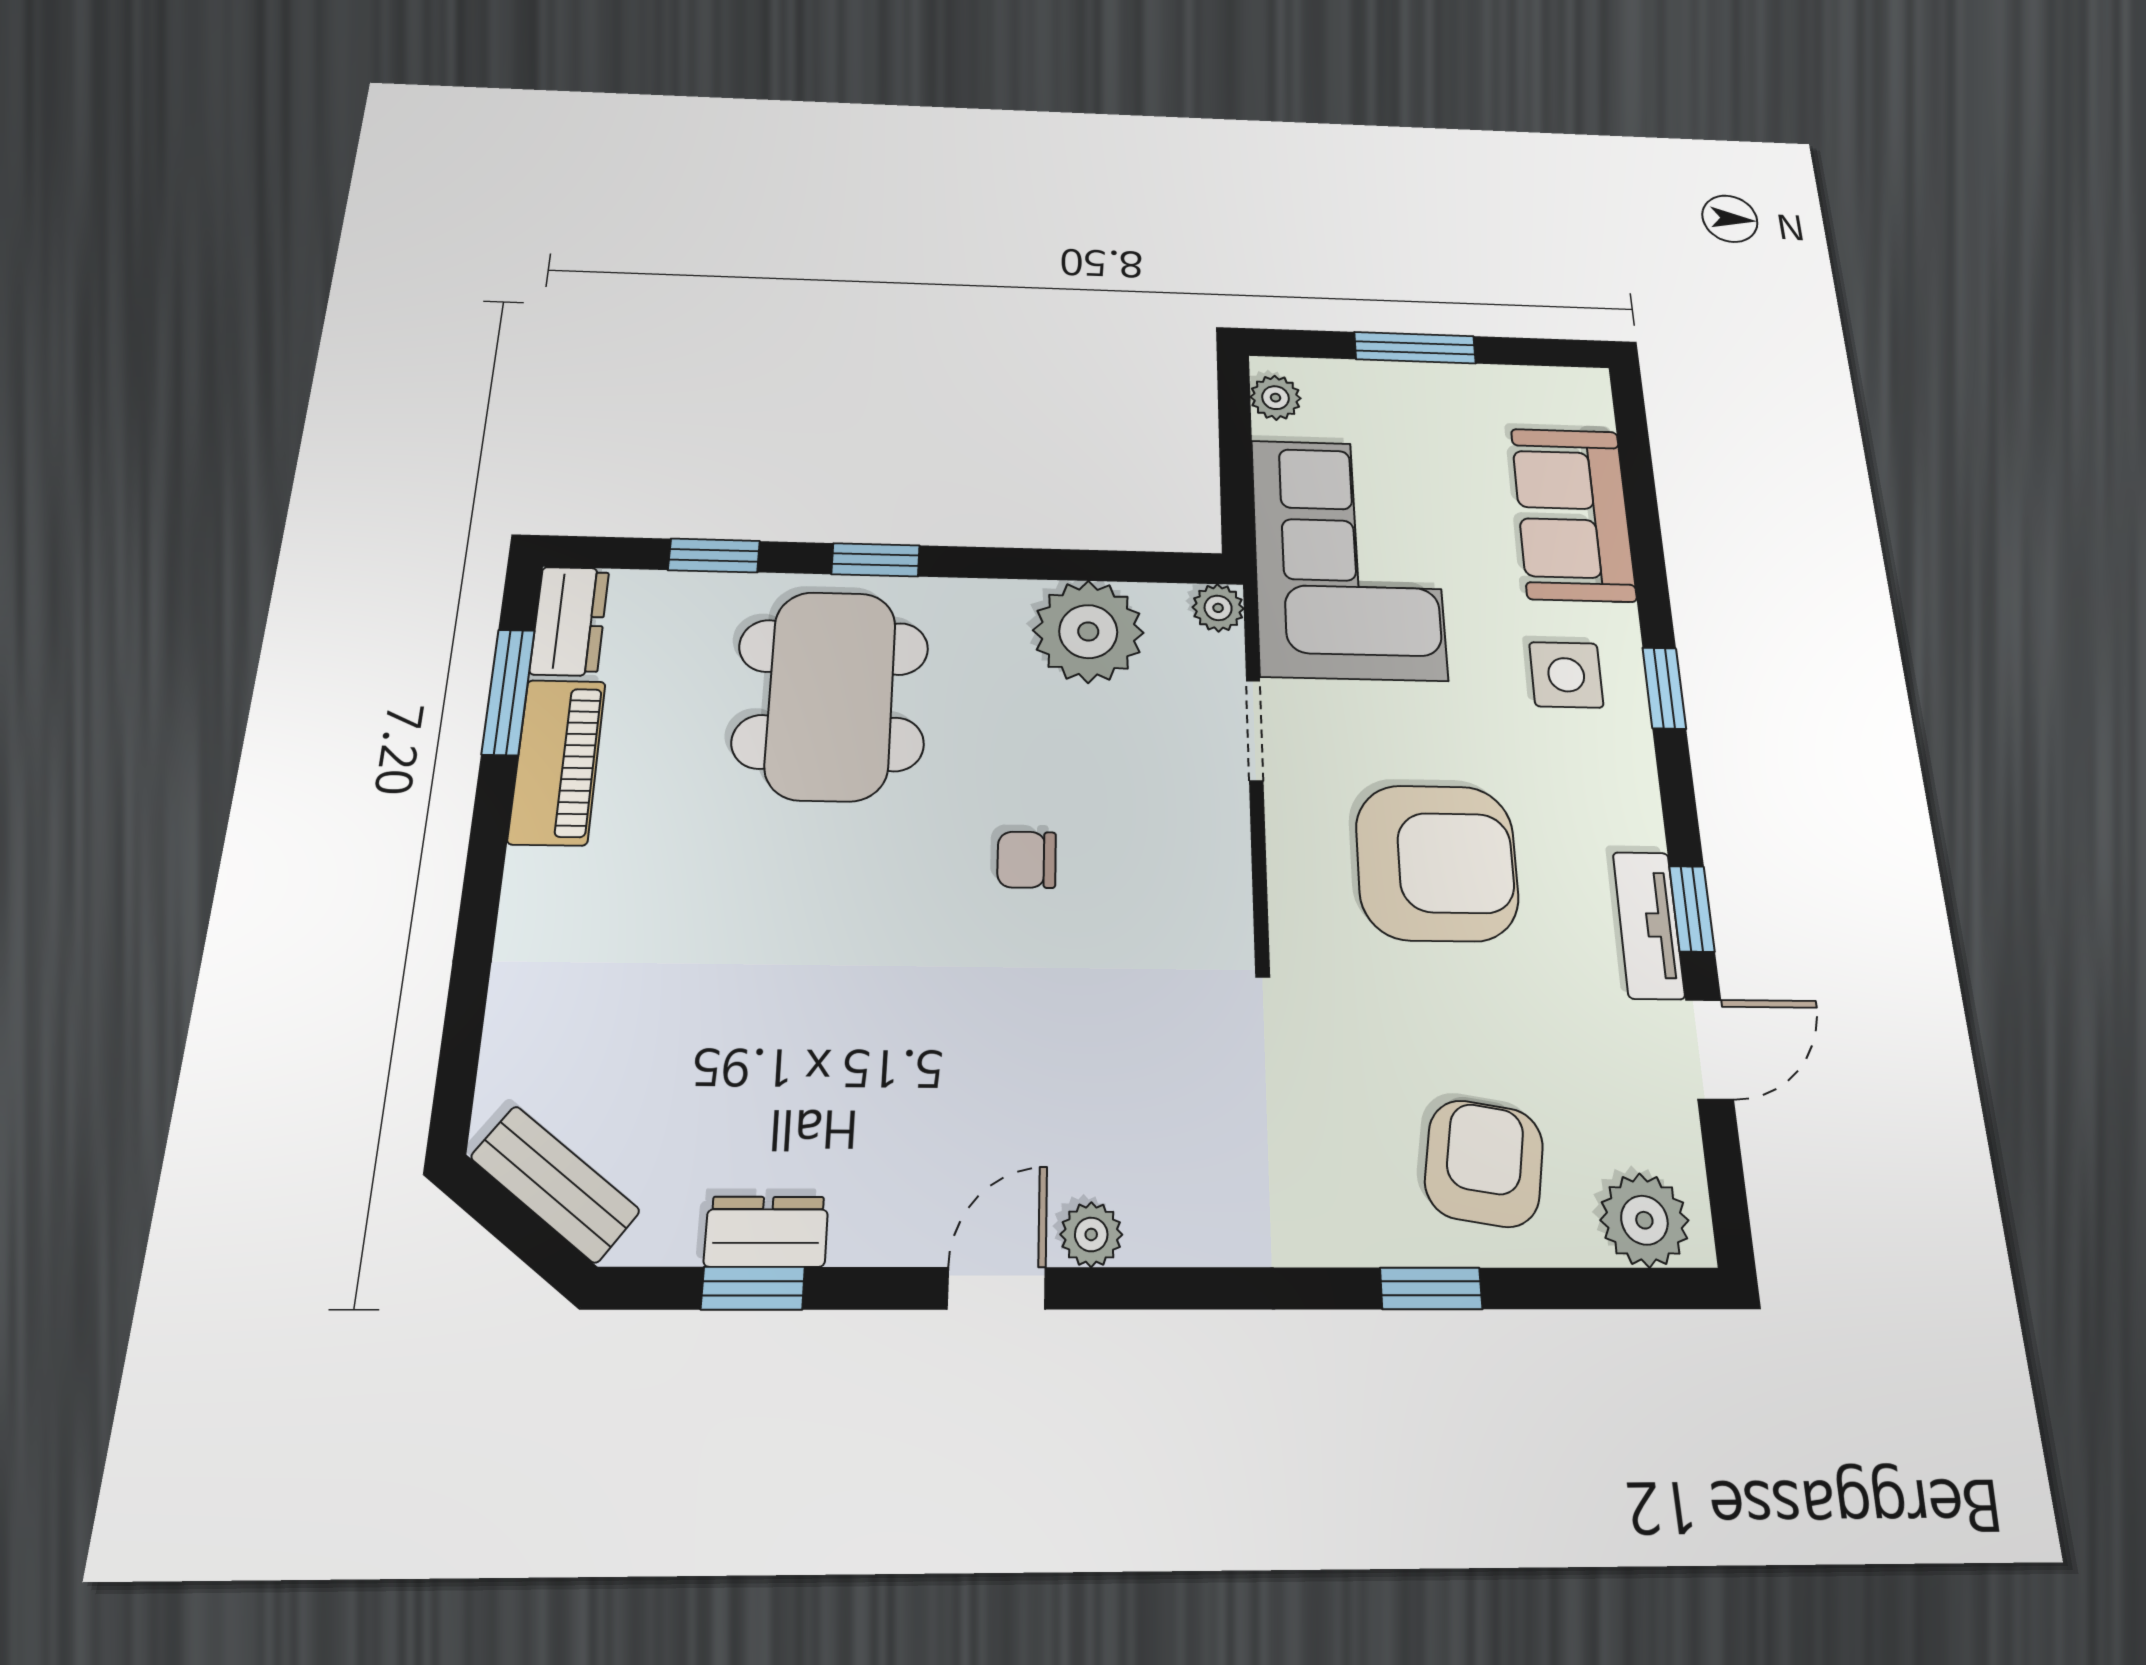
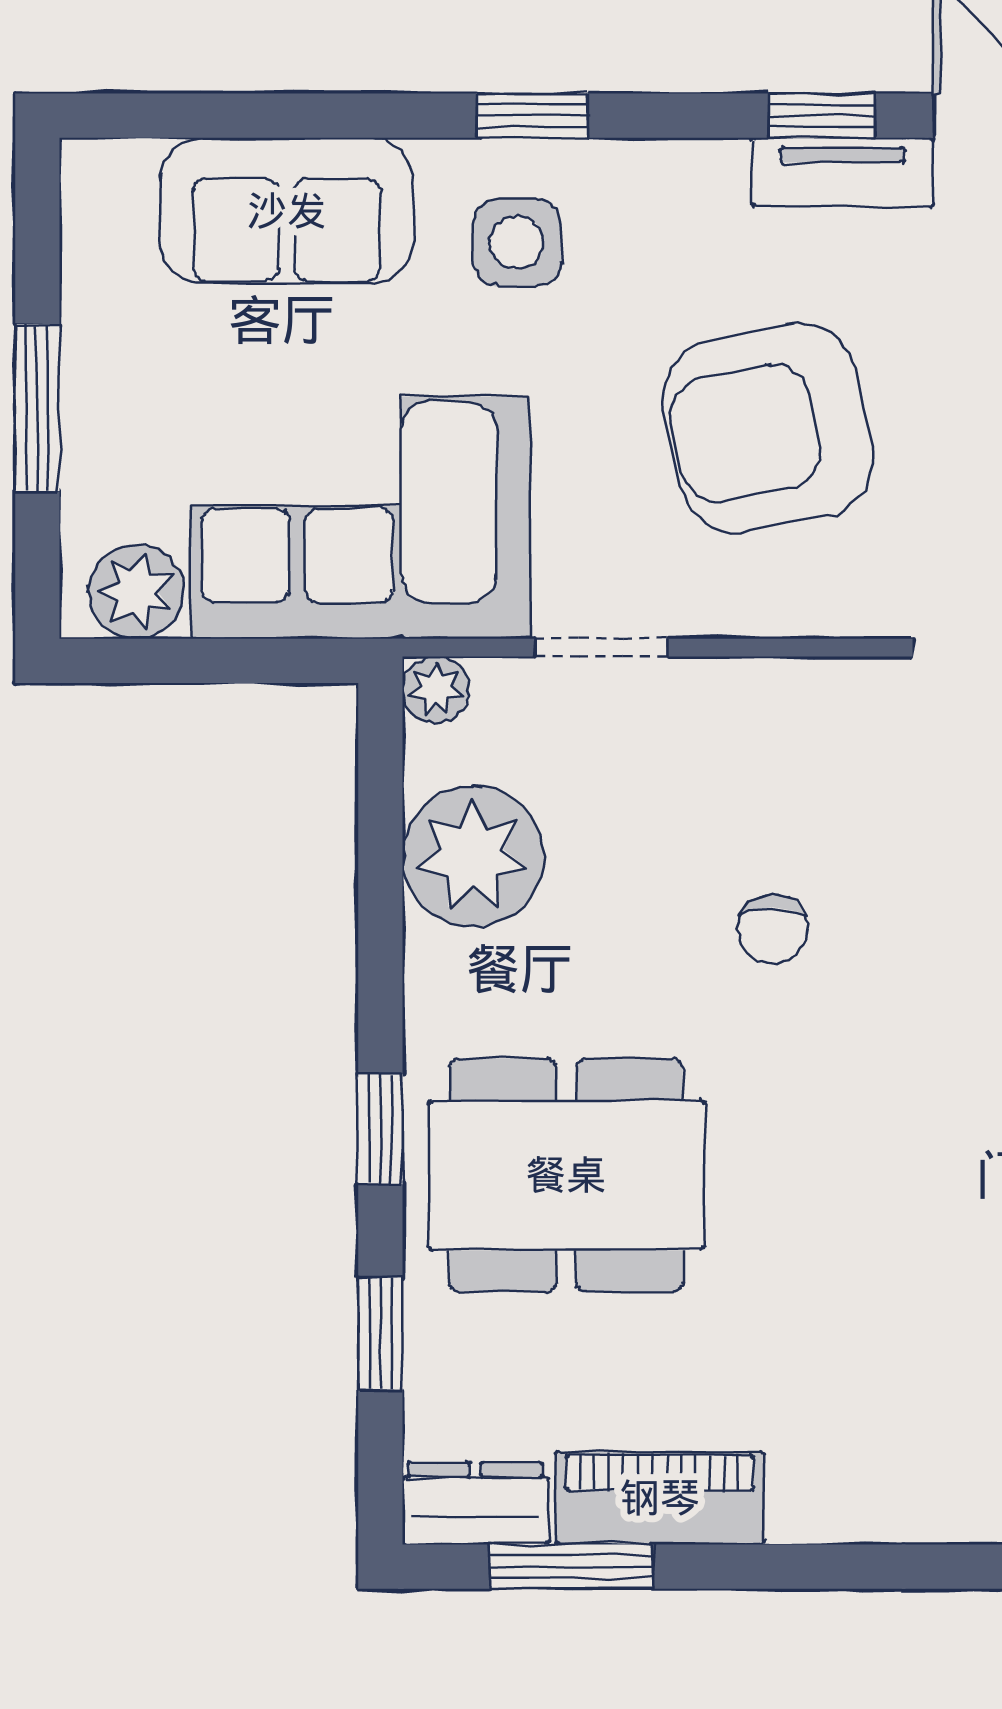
plant: (1276, 398) -> (136, 591), width x1.38, depth x1.38
armchair: (1437, 863) -> (768, 428), turned -102

